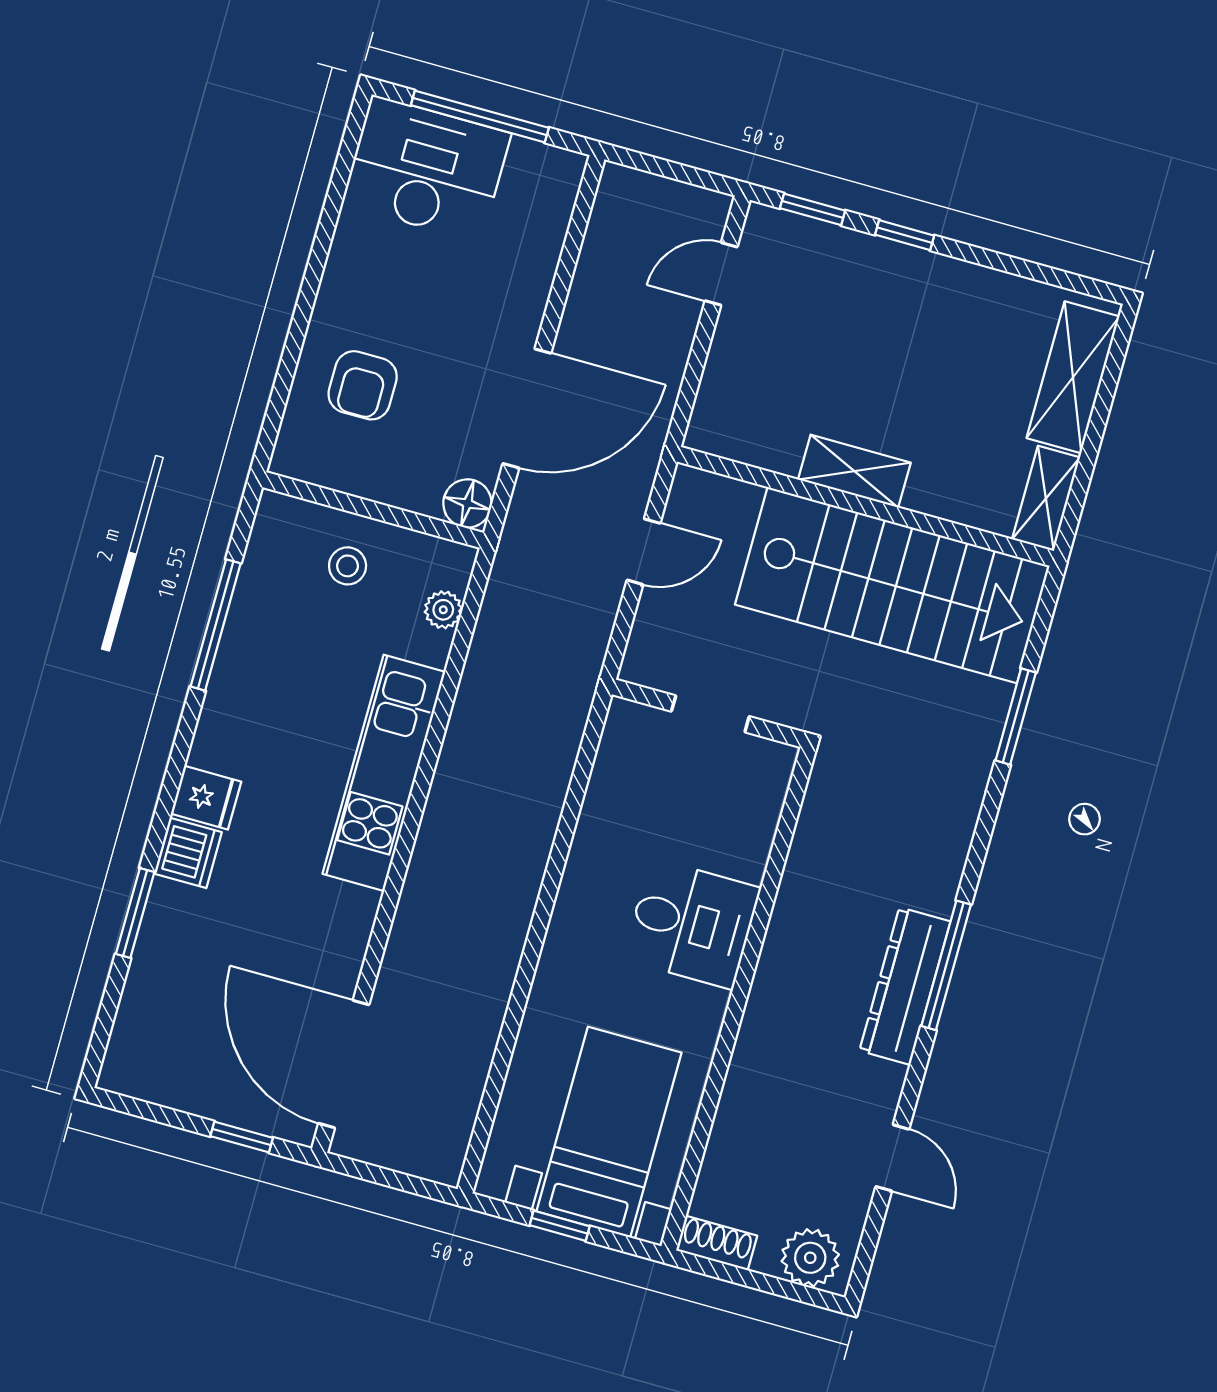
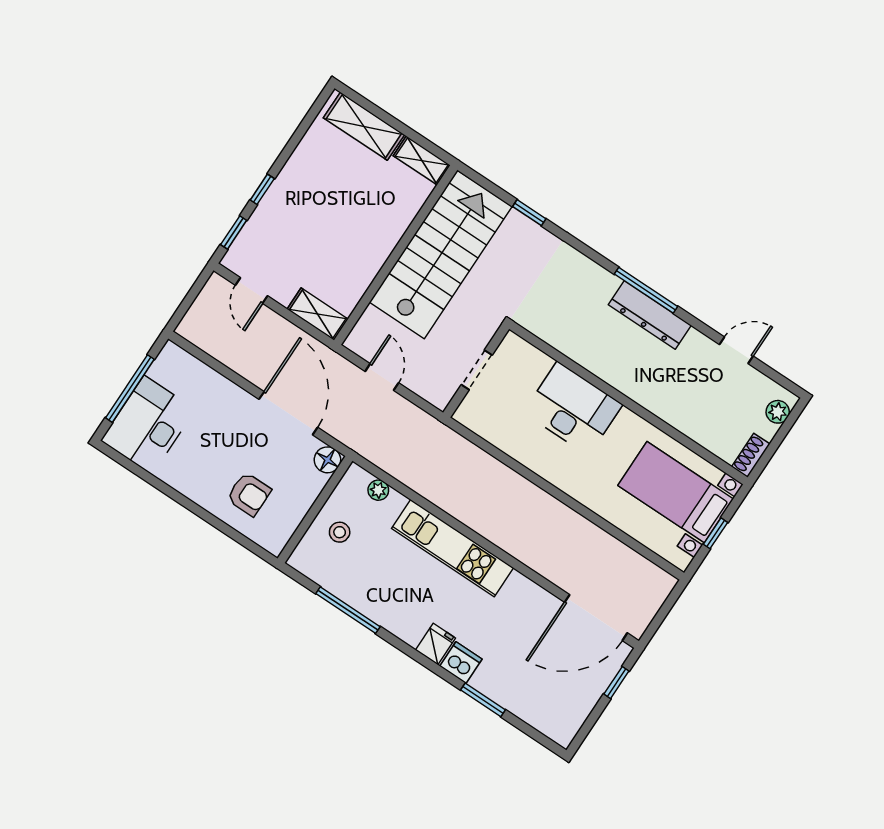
shelving: (854, 471) -> (318, 314), moved, turned 90
window: (1016, 716) -> (529, 213), width x0.67
desk: (692, 924) -> (573, 409), width x1.37
plant: (810, 1258) -> (778, 412), width x0.73, depth x0.73

